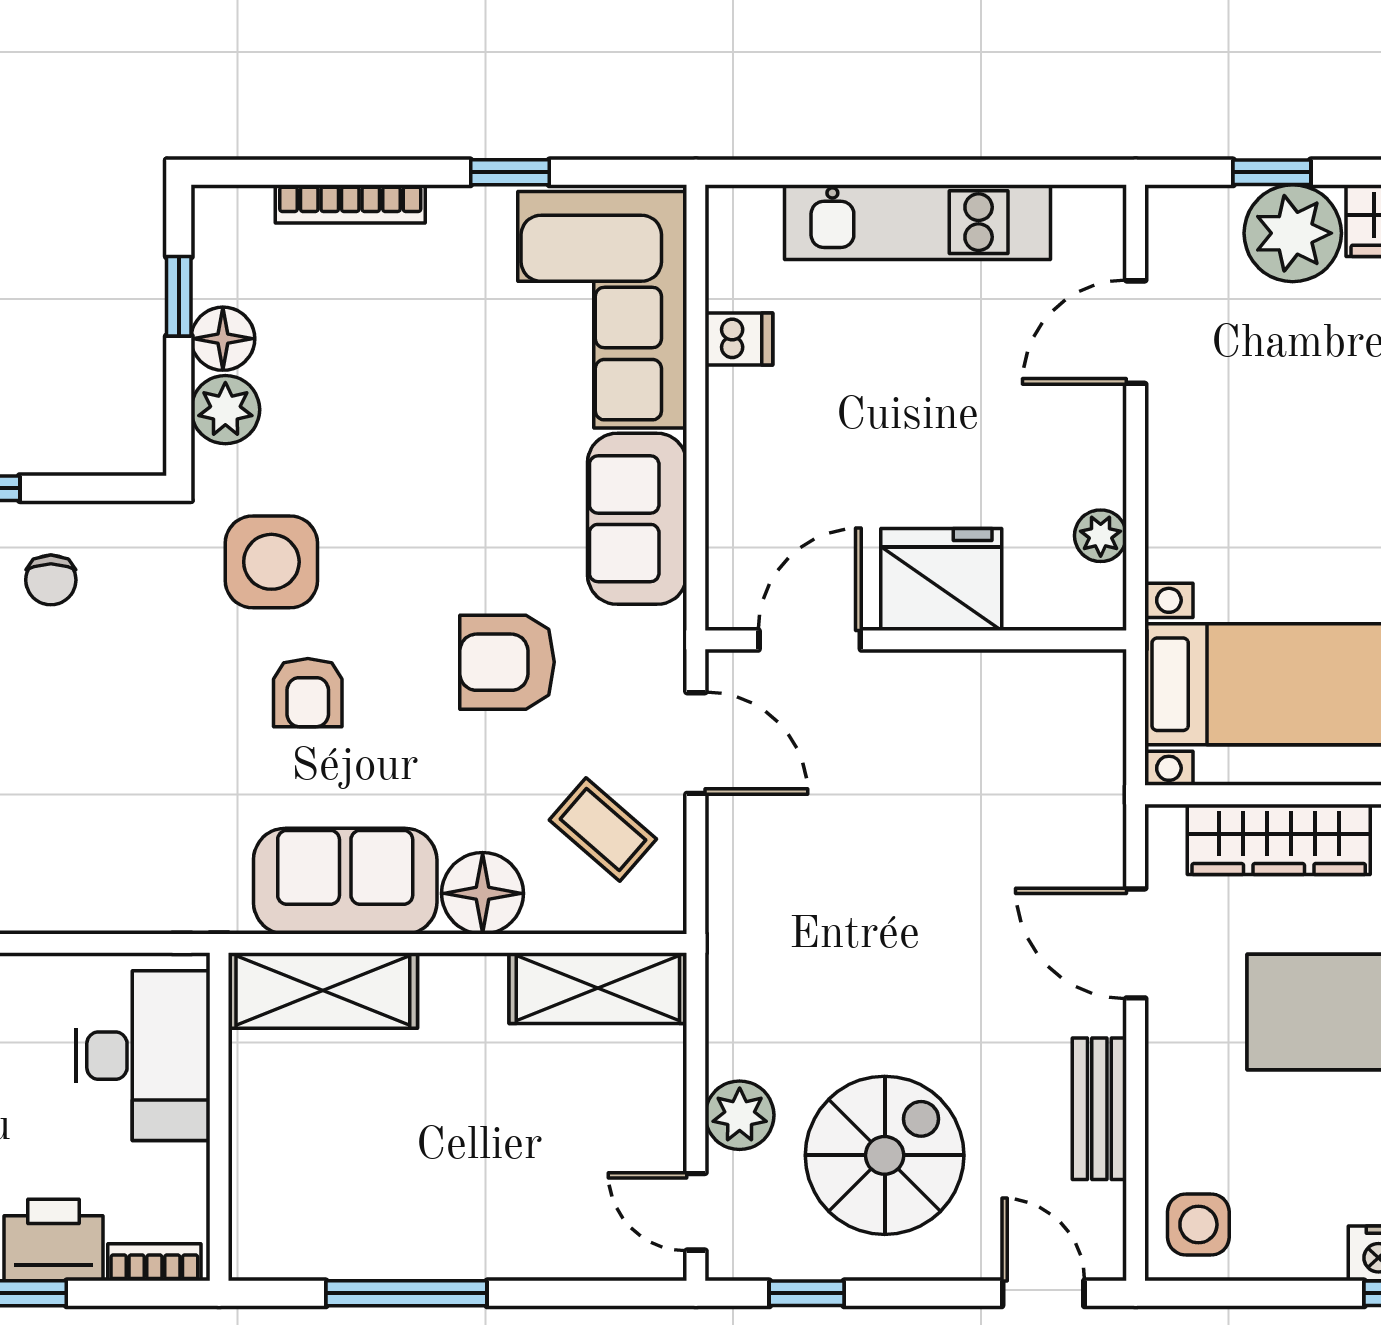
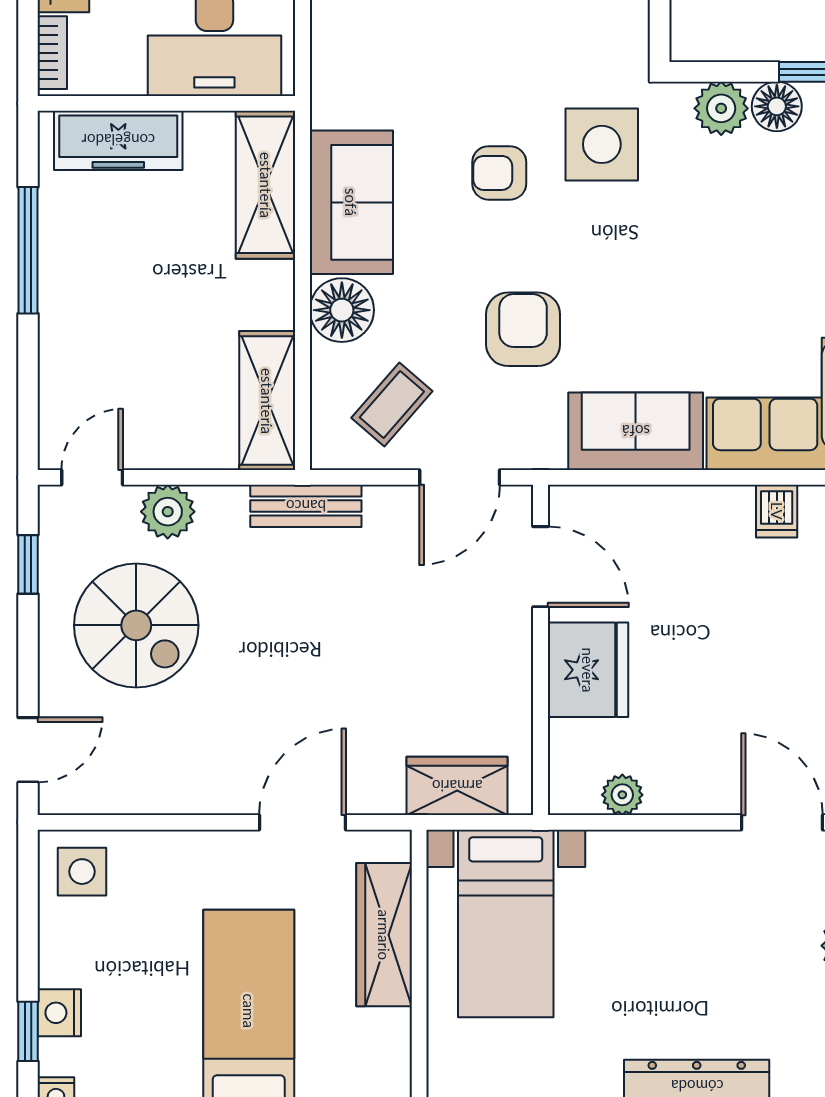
wardrobe: (1089, 746) -> (457, 786), added
bench: (1099, 1109) -> (306, 506), moved
freezer: (266, 1178) -> (118, 140), added

